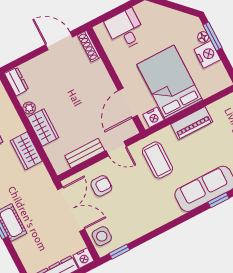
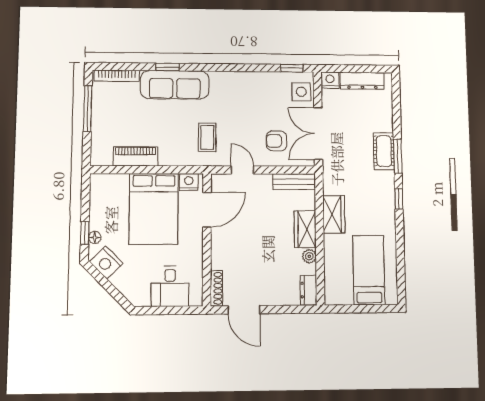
window: (212, 36) -> (85, 233), width x0.67
nightstand: (207, 54) -> (106, 263), moved, turned -45
piano: (192, 123) -> (136, 156), moved
bench: (85, 153) -> (294, 182), moved
coffee table: (157, 160) -> (207, 137), width x0.73, depth x0.77

